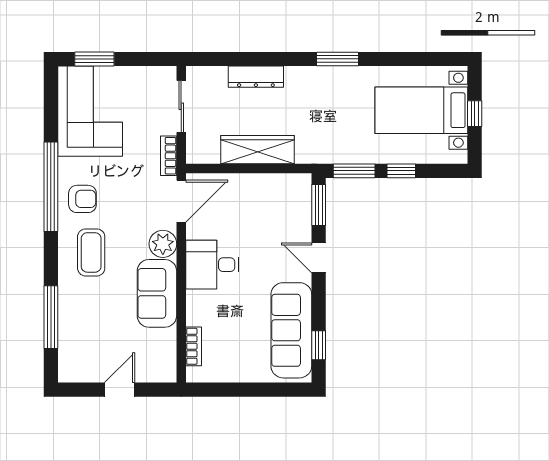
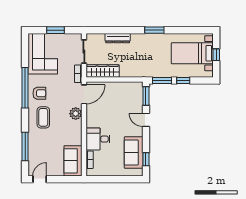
window: (94, 59) -> (55, 30), moved
wardrobe: (258, 150) -> (103, 71), moved
desk: (212, 265) -> (98, 139), moved
sofa: (157, 293) -> (73, 161), moved
sofa: (291, 330) -> (134, 153), width x0.73
door: (120, 390) -> (40, 179), moved

